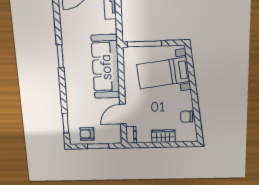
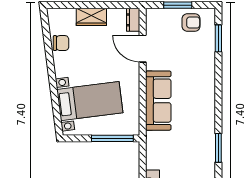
window: (60, 56) -> (218, 148), moved
sofa: (106, 67) -> (158, 101), width x0.74, depth x0.79
door: (123, 114) -> (143, 49), swing flipped

